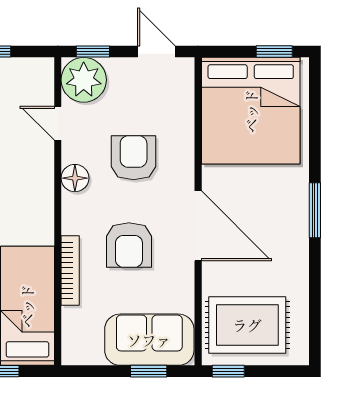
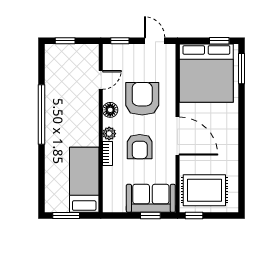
plant: (84, 80) -> (109, 134), moved, width x0.53, depth x0.53
door: (58, 123) -> (101, 80), swing flipped
armchair: (134, 158) -> (142, 99), width x1.36, depth x1.36
window: (315, 210) -> (241, 69), moved
bookcase: (70, 270) -> (108, 154), width x0.64

